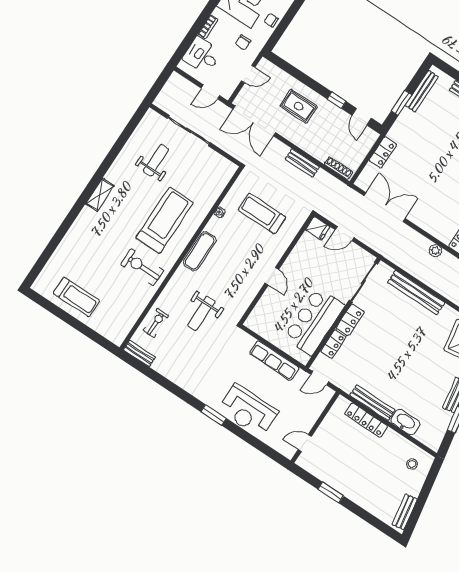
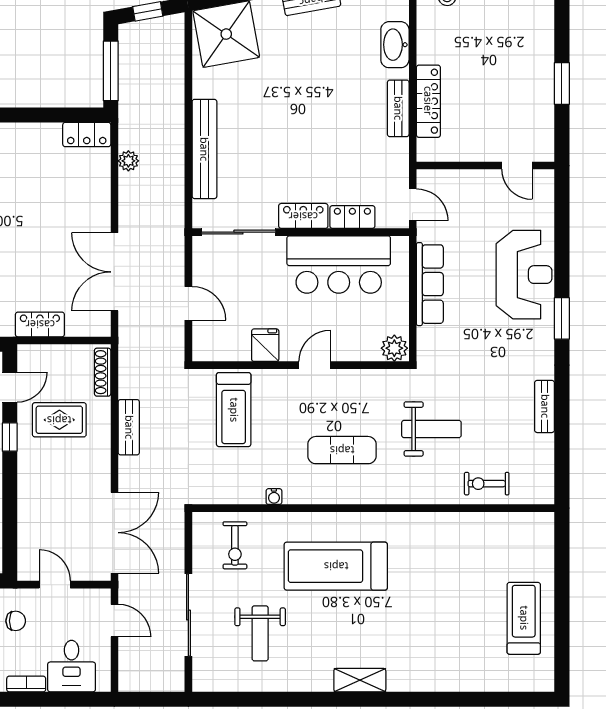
rug: (299, 106) -> (59, 420), moved, turned 90
weight bench: (156, 160) -> (260, 633), turned -90
treadmill: (262, 214) -> (234, 410), moved
fridge: (318, 228) -> (265, 345), moved
exercise mat: (200, 251) -> (342, 450), moved
exercise bike: (142, 267) -> (235, 545), moved, width x0.73, depth x0.72
plant: (254, 321) -> (394, 348), added
bench: (139, 353) -> (545, 406), moved
bench: (372, 403) -> (398, 108), width x0.73

